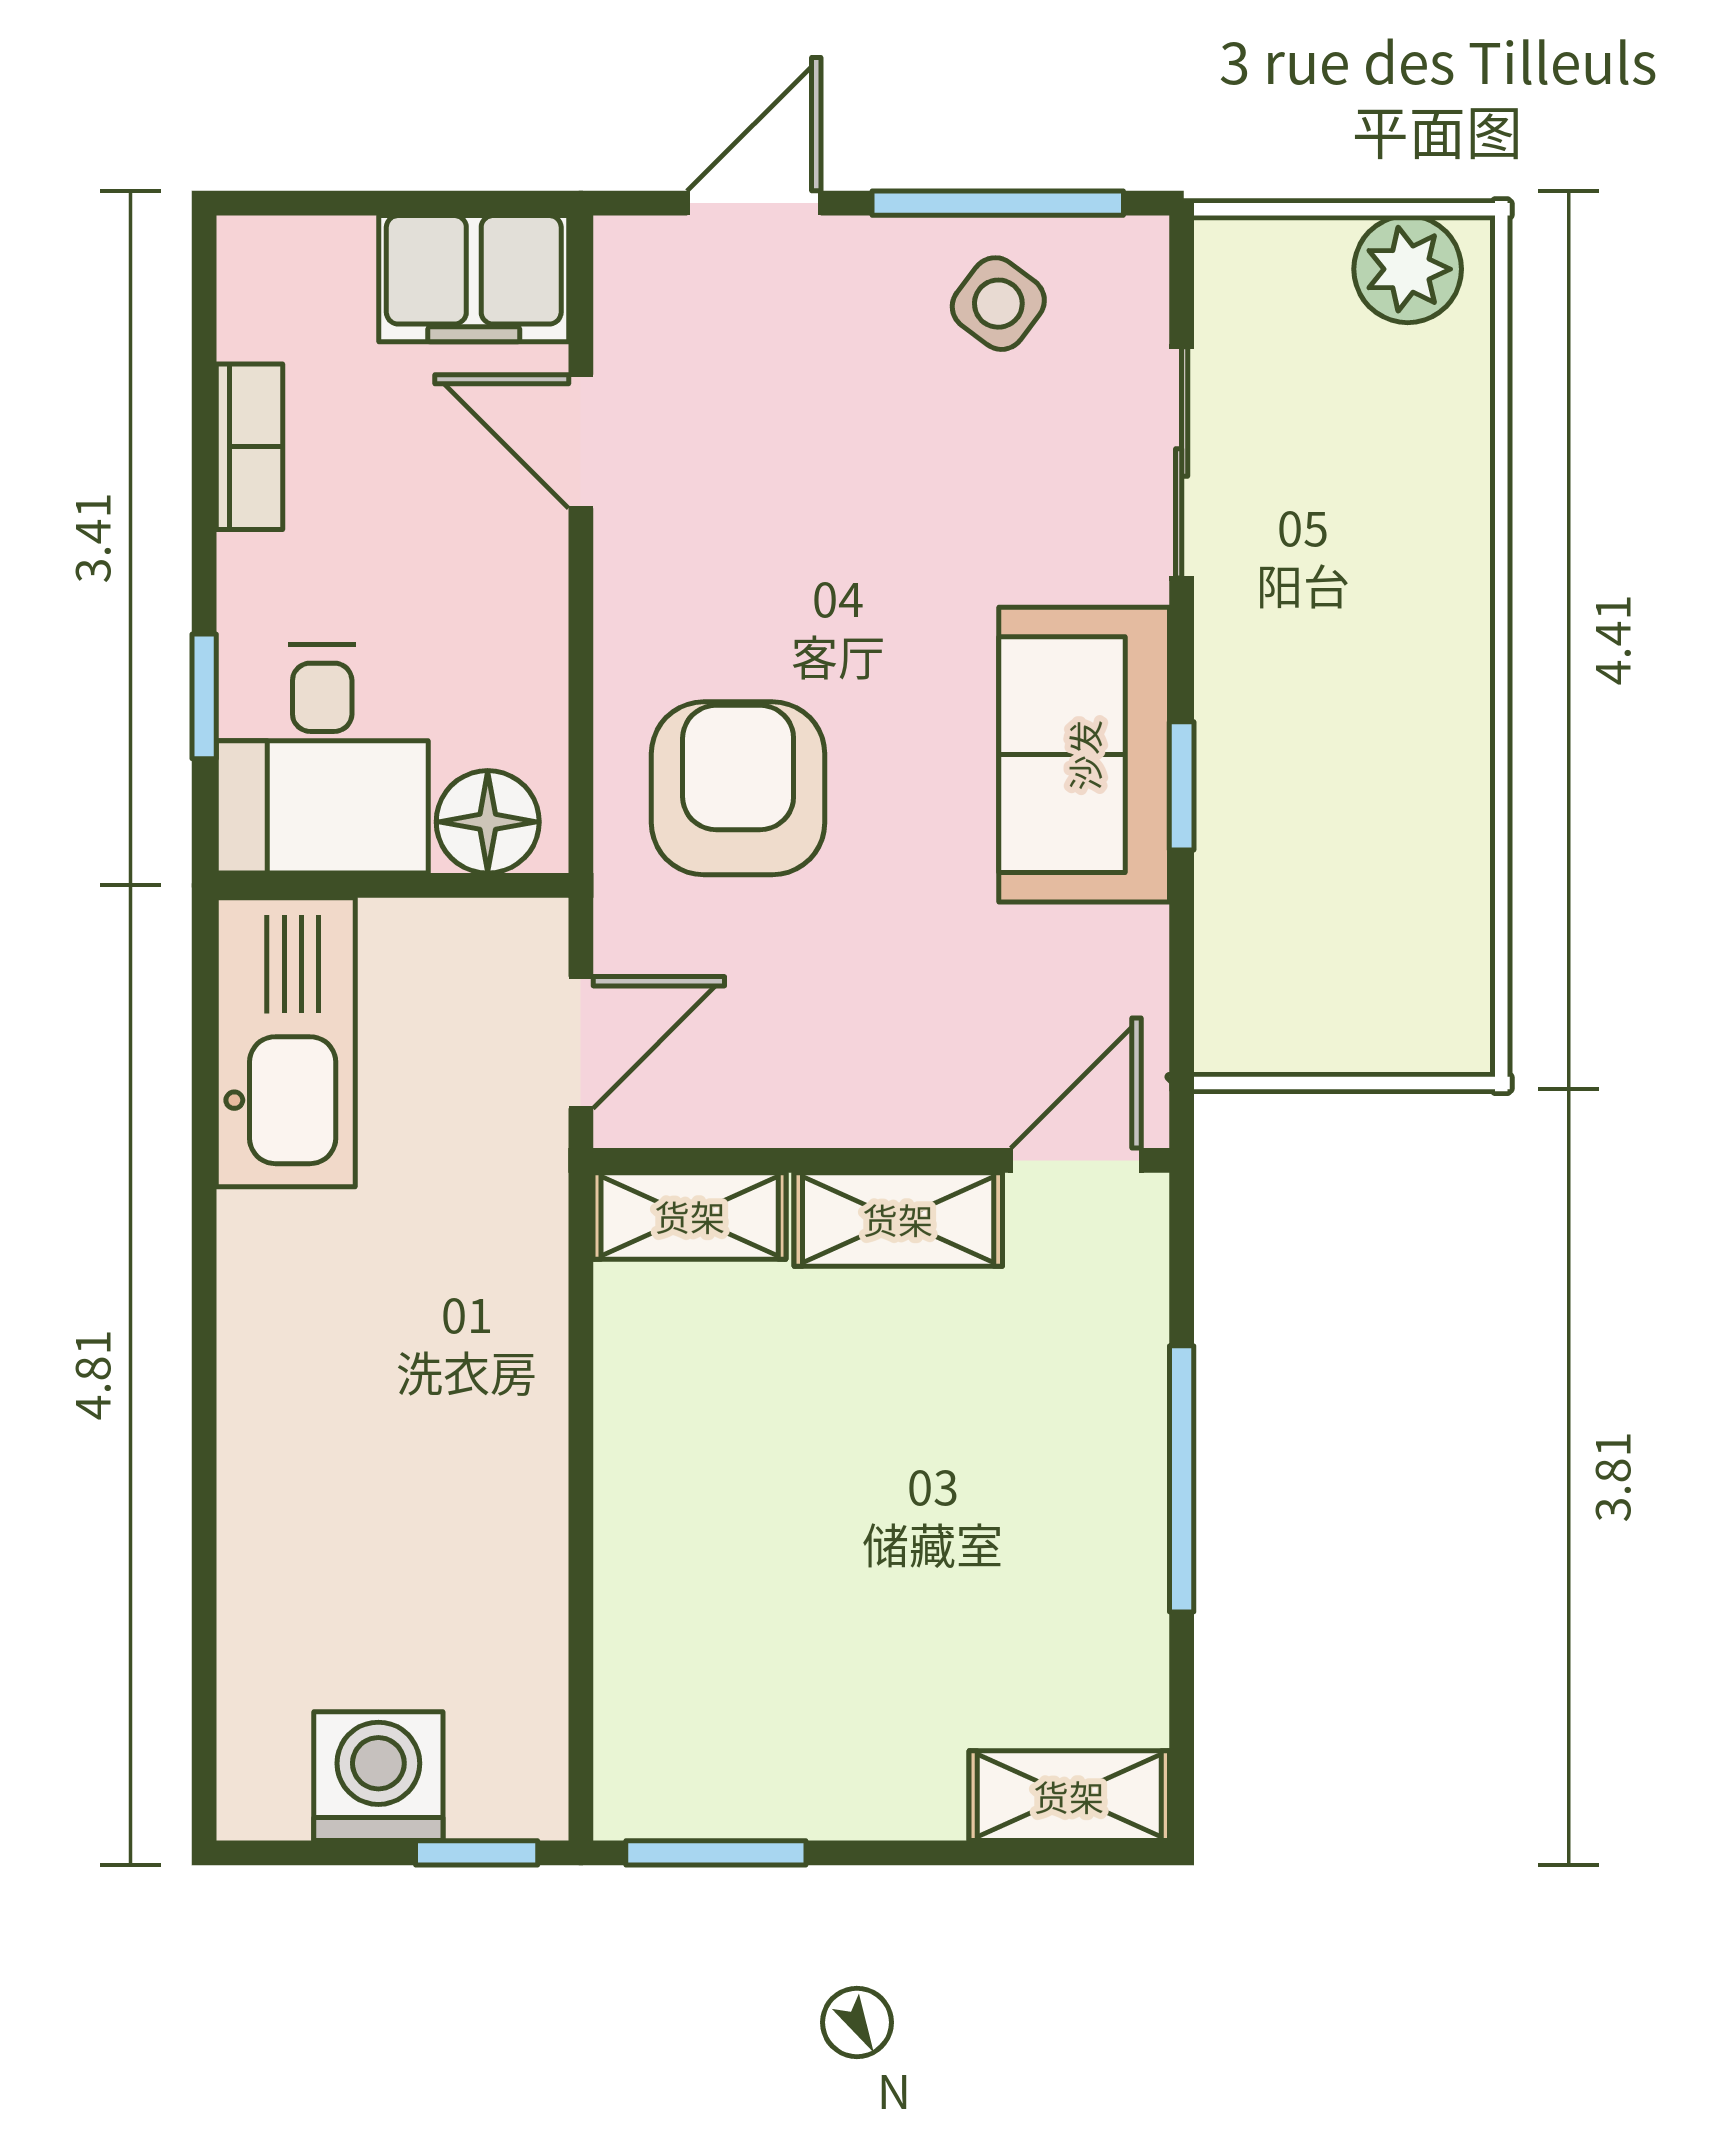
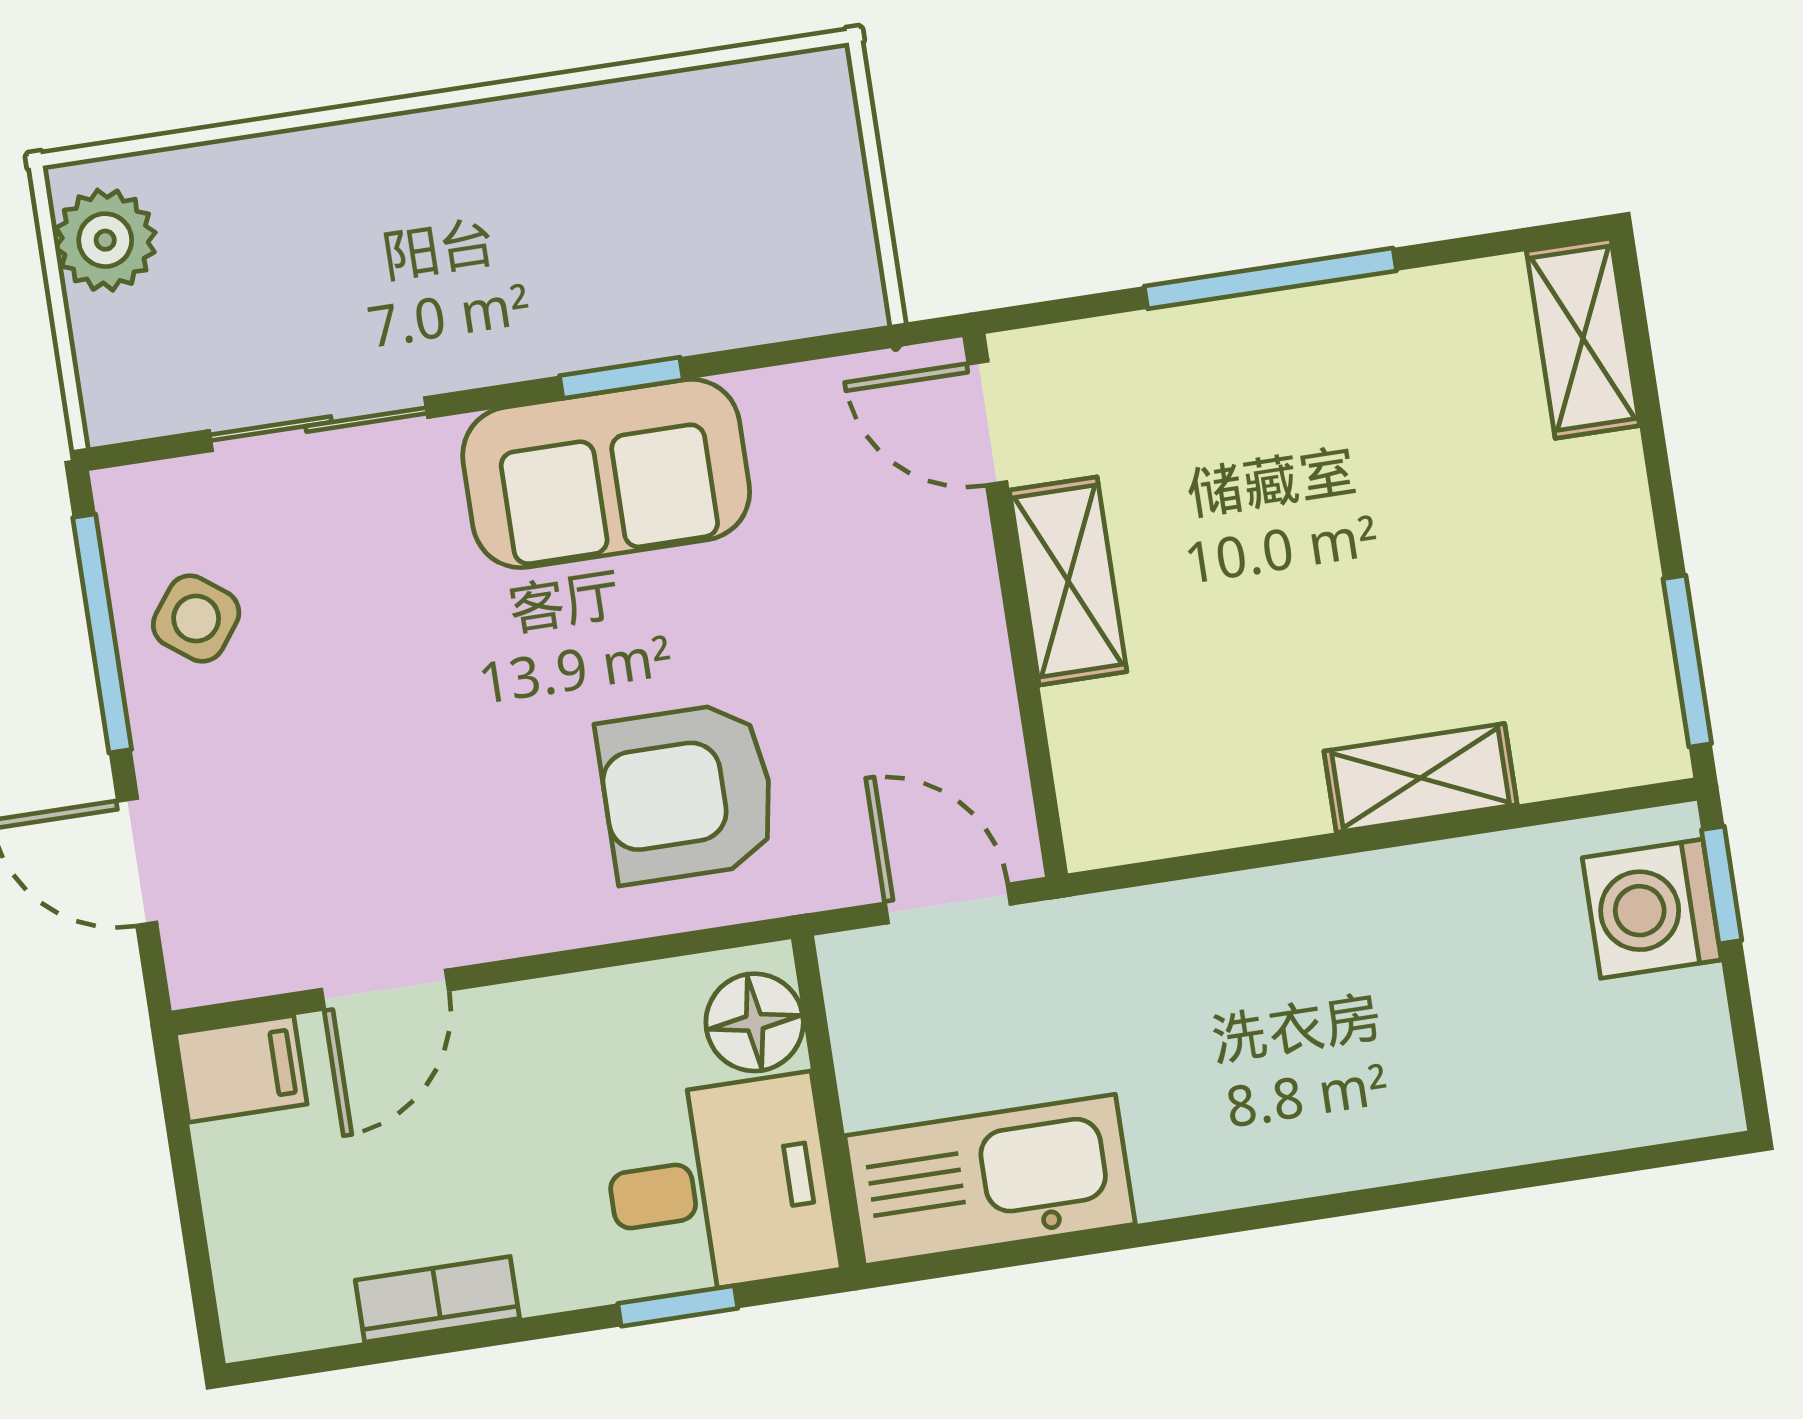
filing cabinet: (474, 279) -> (241, 1069), width x0.50
shelving: (690, 1216) -> (1420, 778), moved, turned 90
washing machine: (378, 1776) -> (1652, 909), moved

